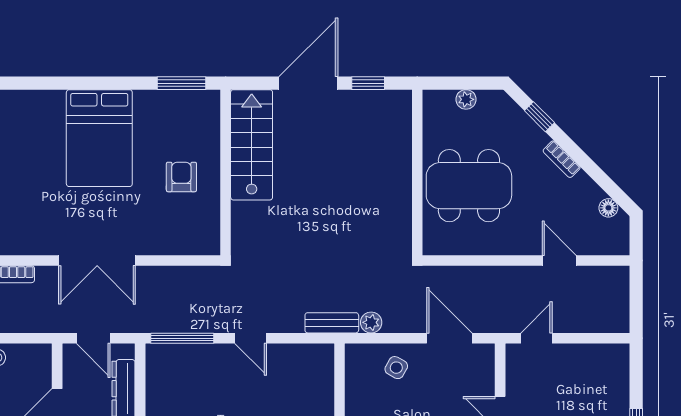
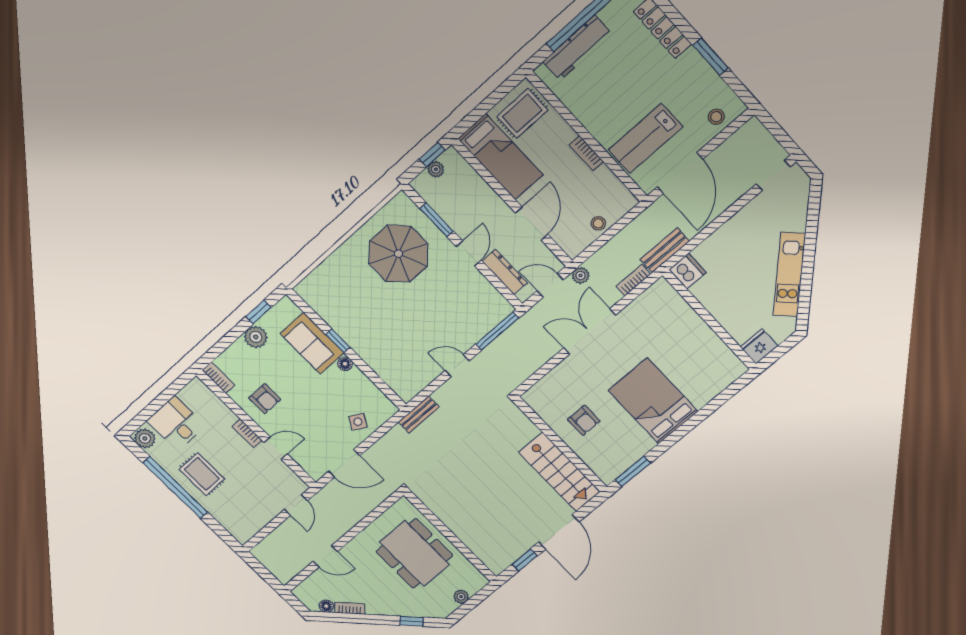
bookcase: (562, 159) -> (350, 608), moved
dining table: (469, 186) -> (414, 553), turned 90
plant: (371, 322) -> (580, 275), moved

